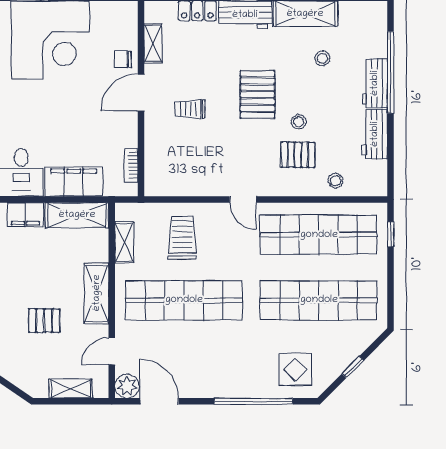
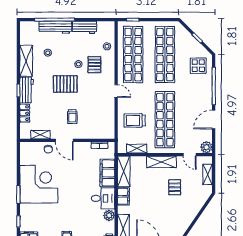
workbench: (375, 83) -> (55, 27), width x1.38
door: (243, 200) -> (116, 91), hinge flipped
door: (159, 401) -> (214, 119), moved

